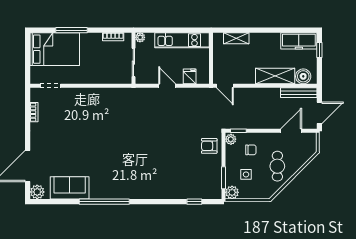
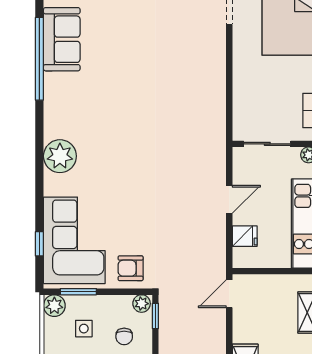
armchair: (209, 146) -> (131, 268), turned -90
corner sofa: (192, 180) -> (74, 240), added
plant: (141, 189) -> (60, 156), added
window: (104, 202) -> (39, 59), moved

